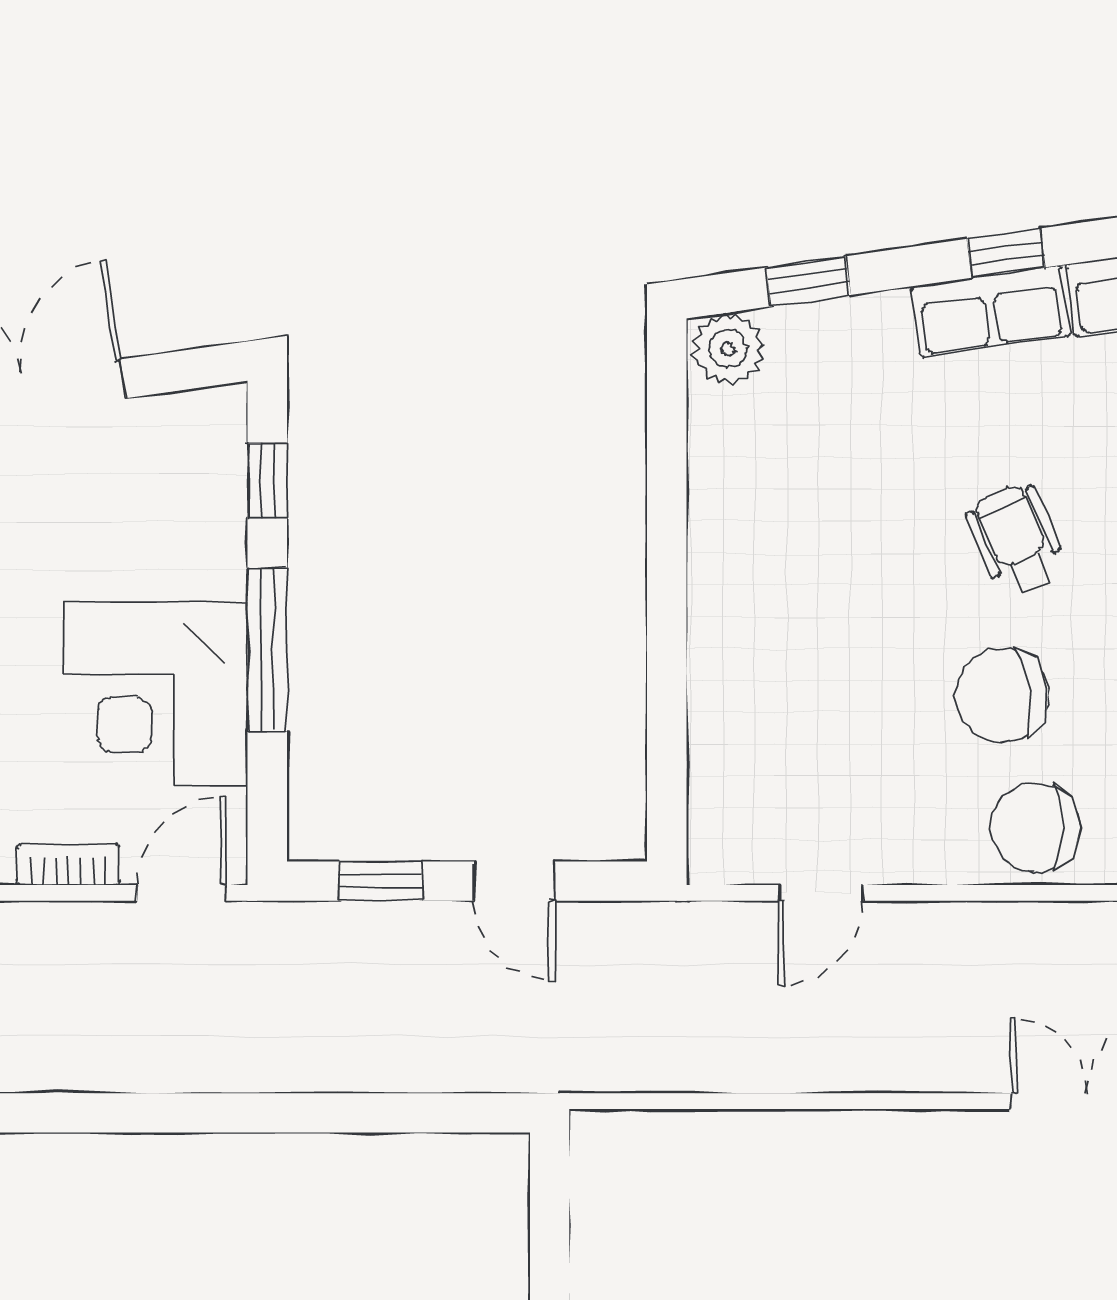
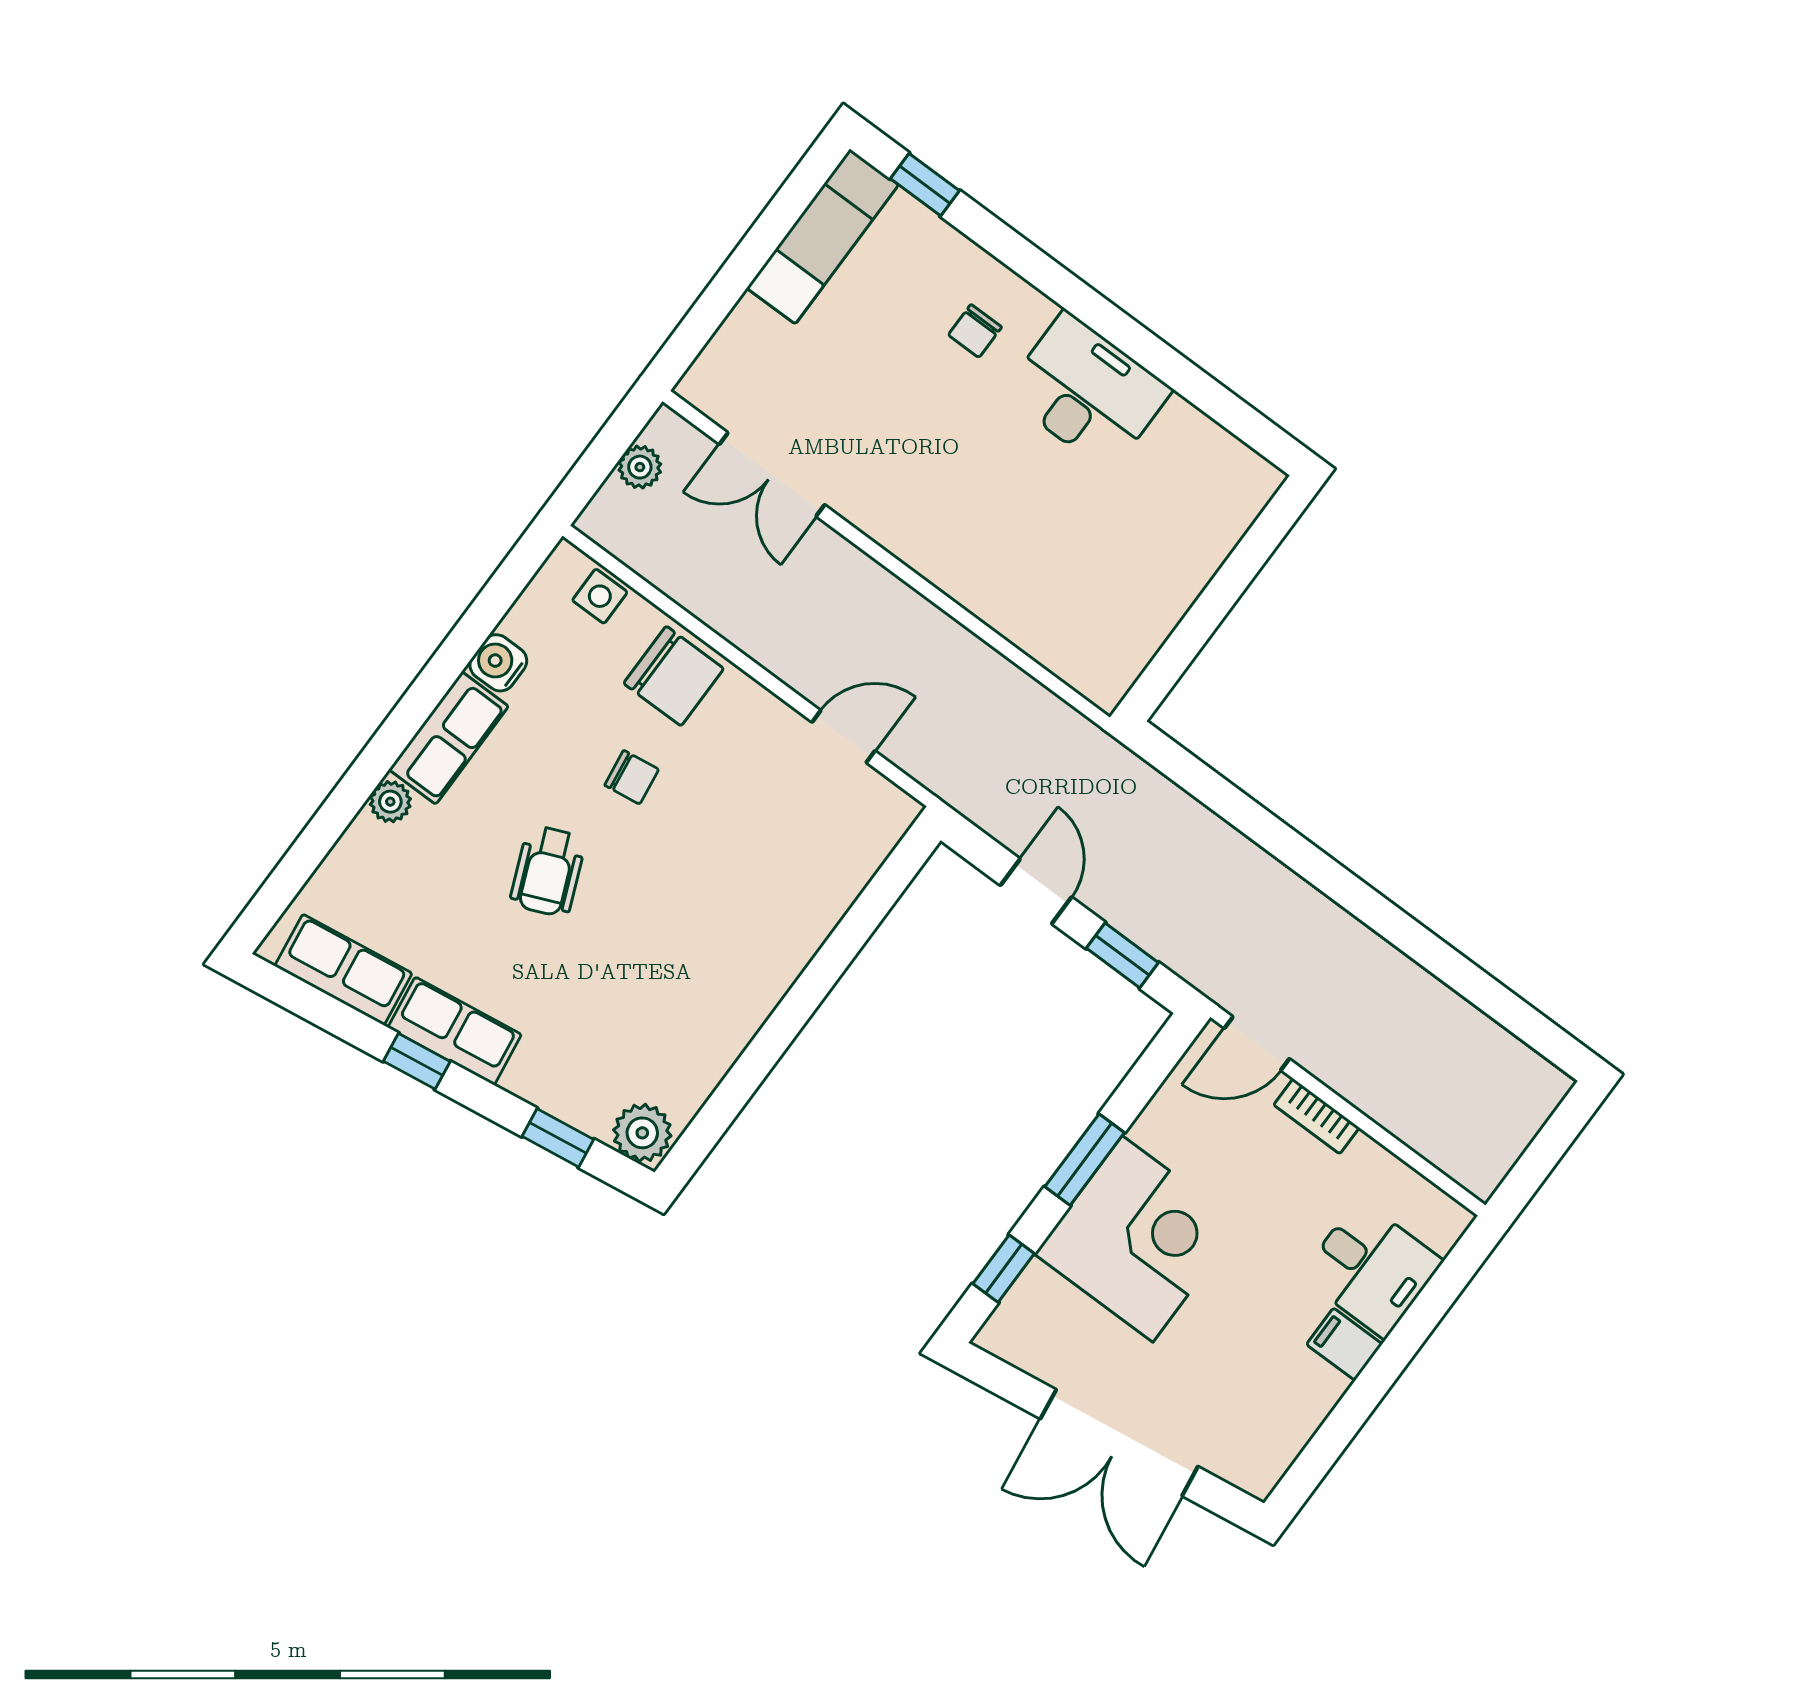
window: (267, 650) -> (1085, 1160), width x0.69
corner desk: (156, 693) -> (1138, 1239), moved
chair: (1002, 695) -> (632, 777), width x0.54, depth x0.54

